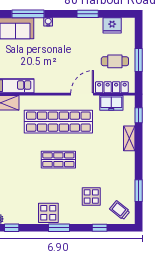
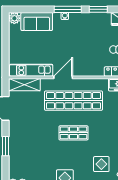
window: (28, 14) -> (68, 9), moved
door: (82, 94) -> (63, 77), moved

